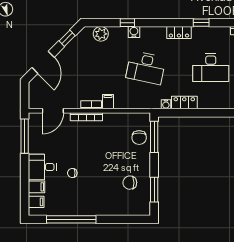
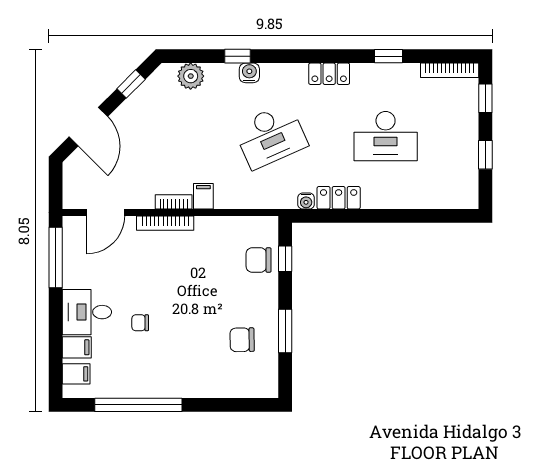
window: (201, 23) -> (389, 56), moved
desk: (146, 68) -> (270, 136), turned -36
window: (154, 137) -> (285, 259), width x0.46
chair: (139, 138) -> (259, 260), turned 90
window: (154, 190) -> (285, 331), moved

